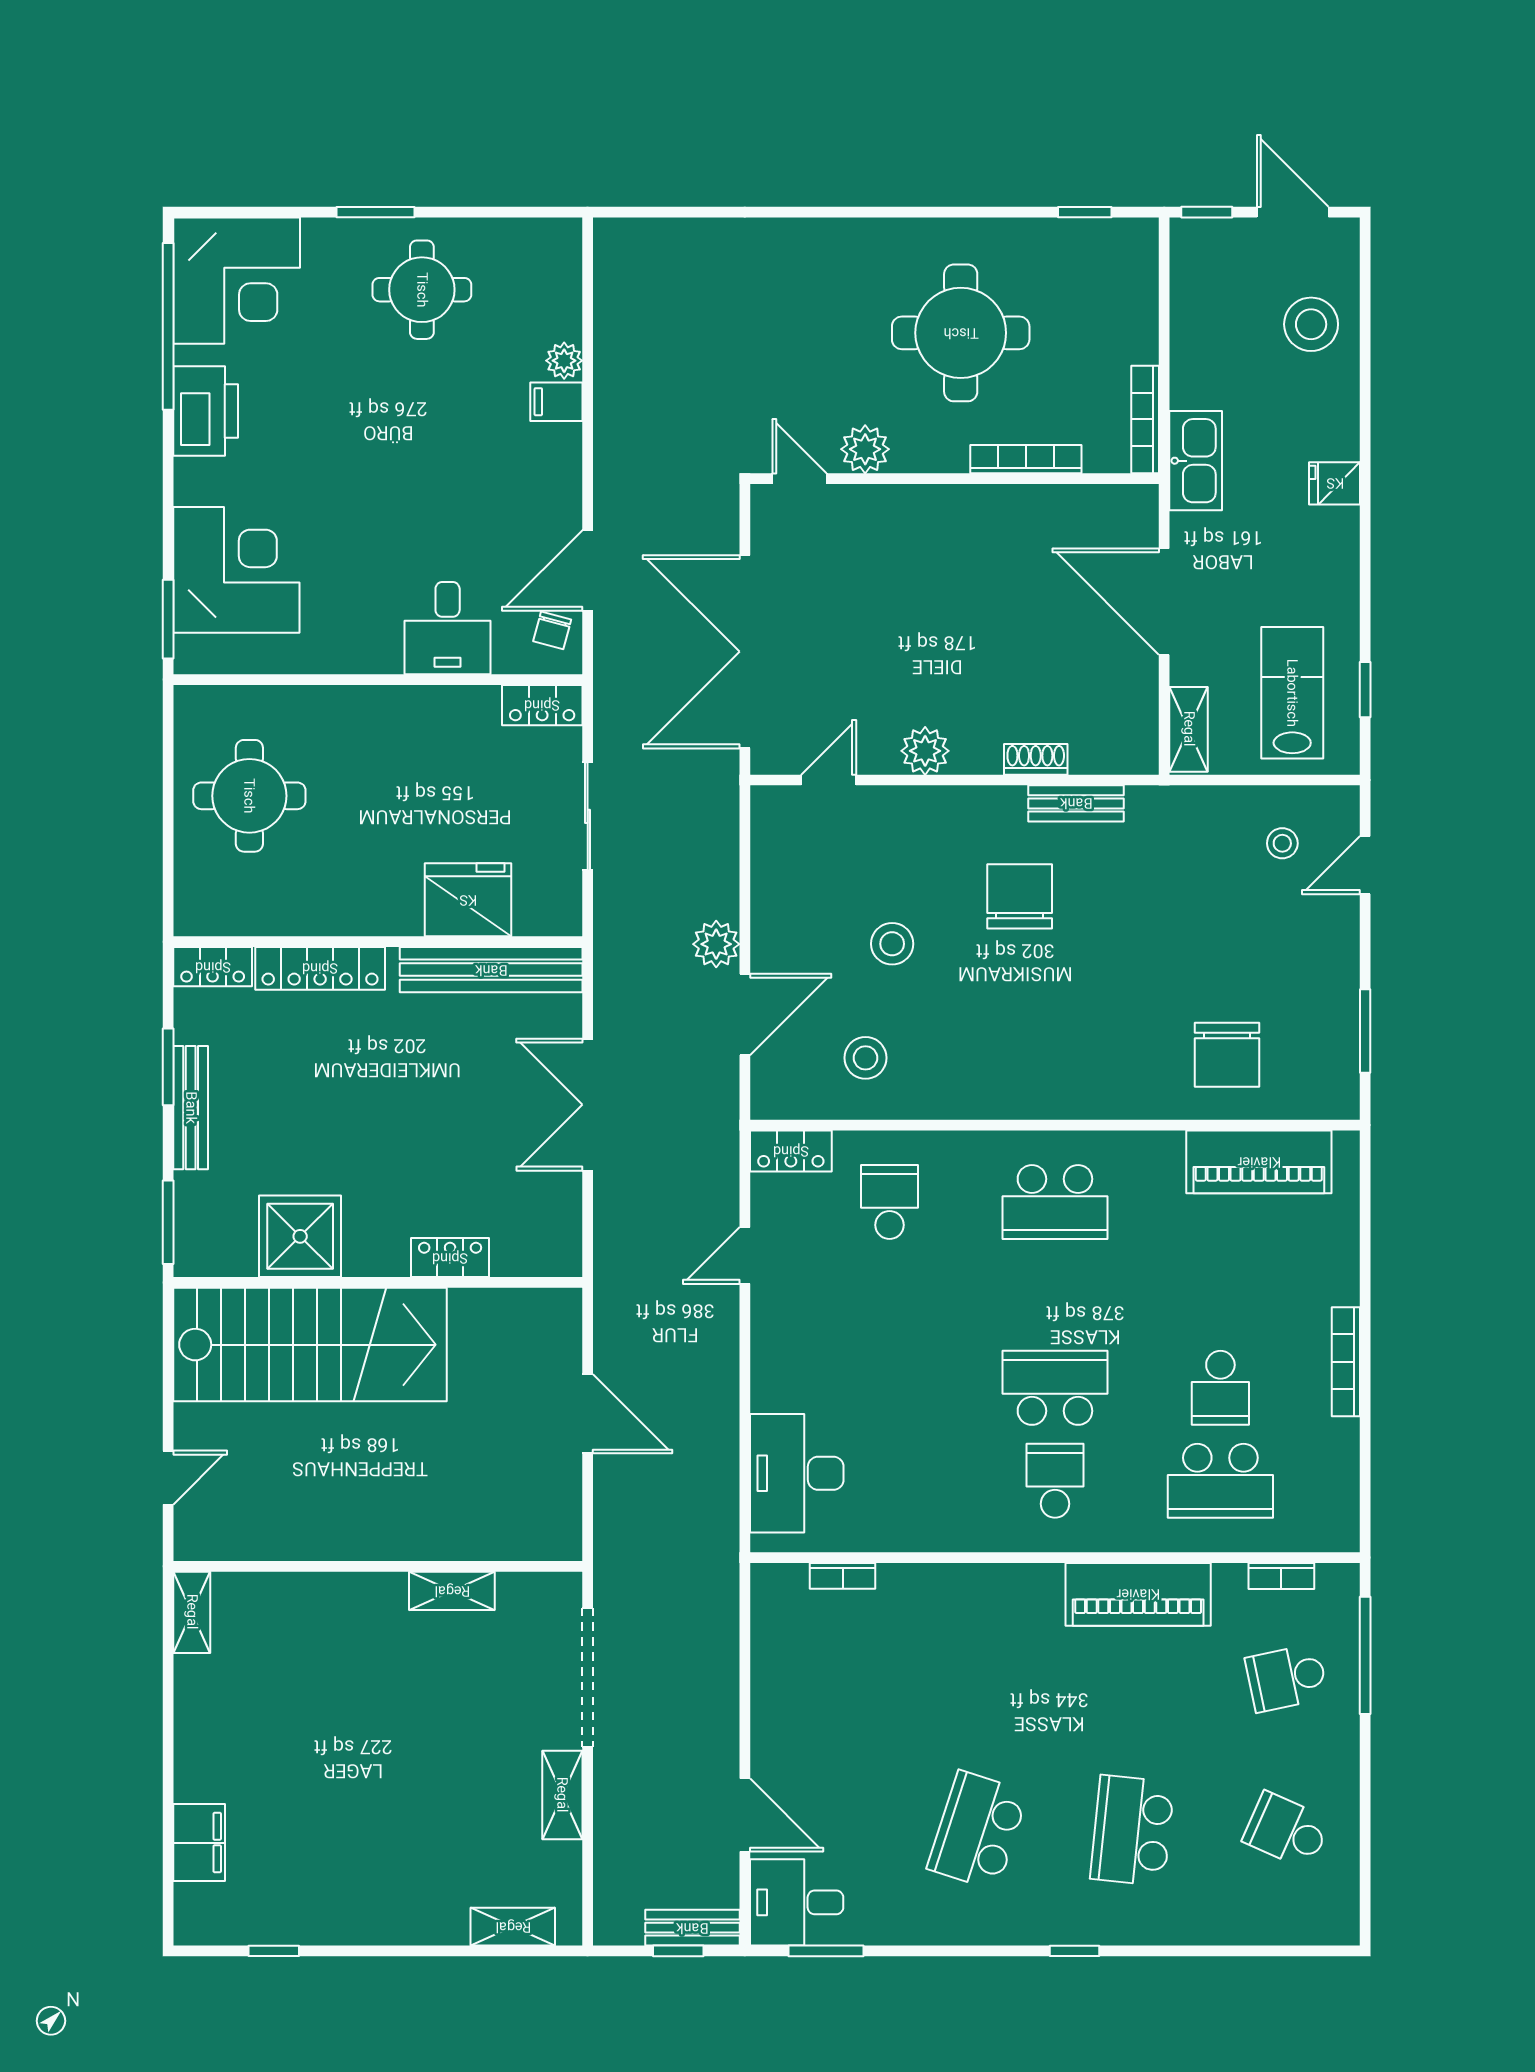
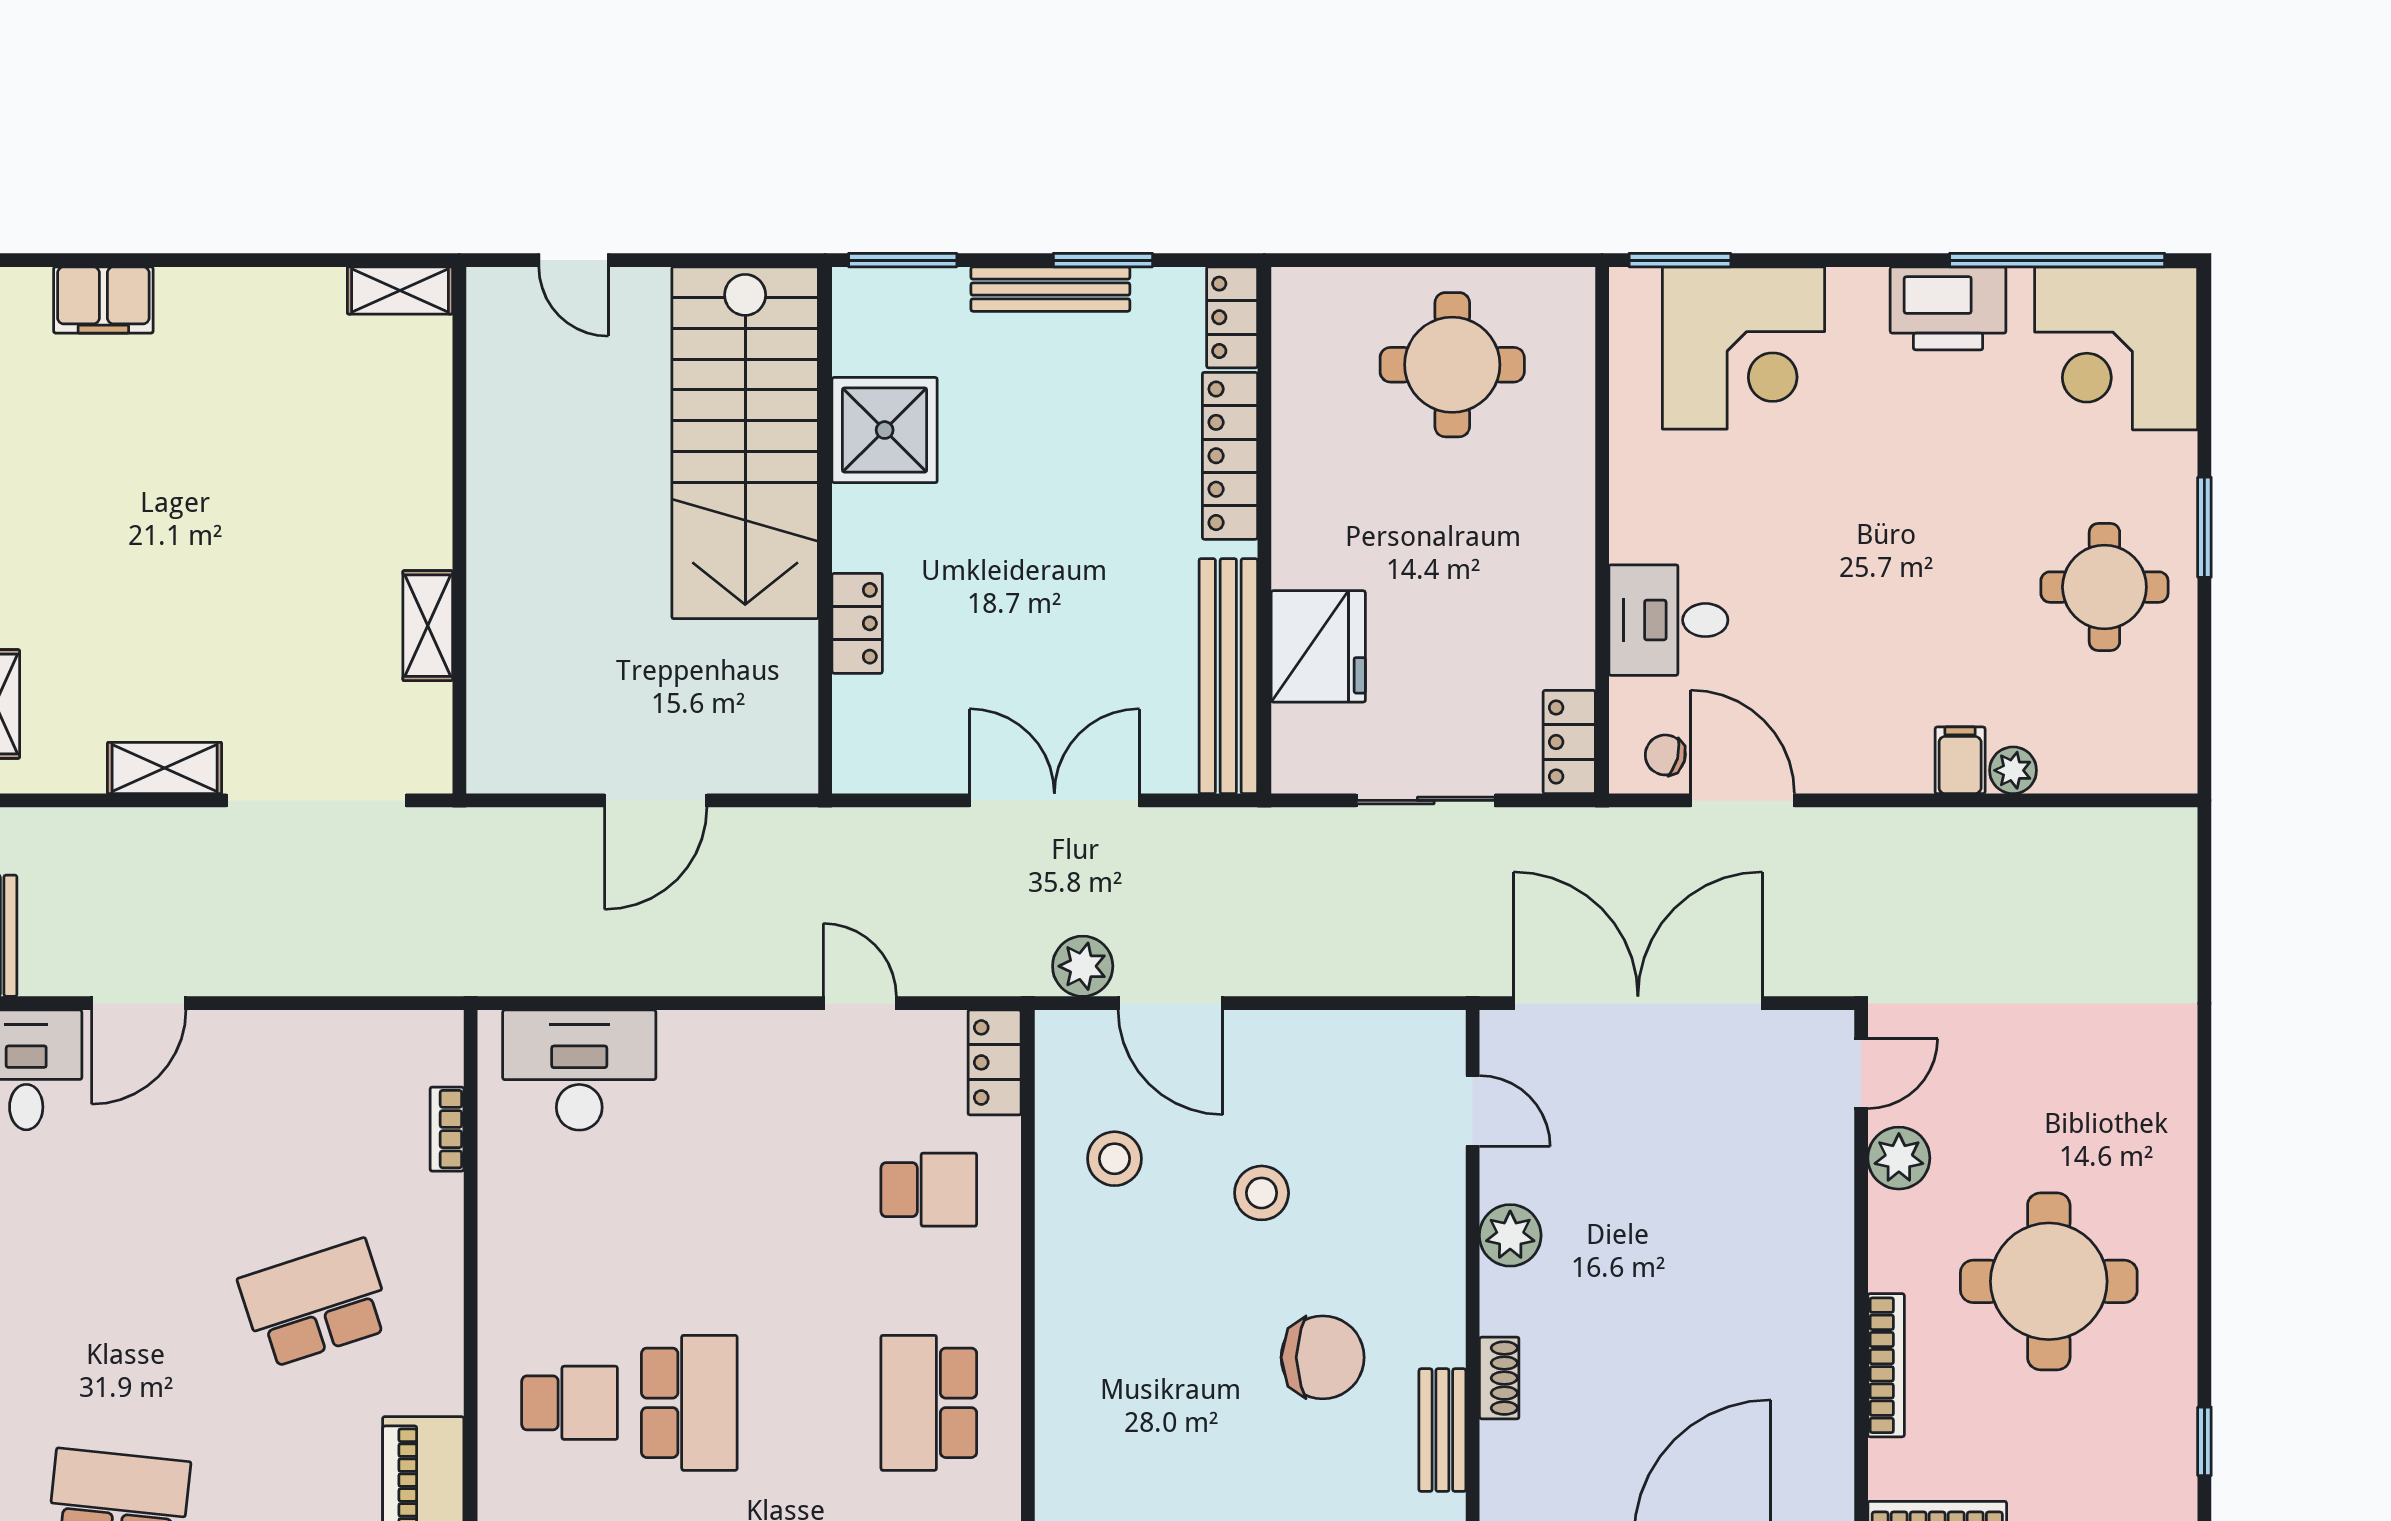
plant: (716, 944) -> (1083, 966), moved
school desk: (978, 1831) -> (316, 1303), moved, turned -36

